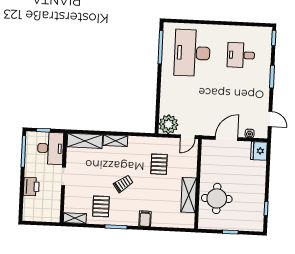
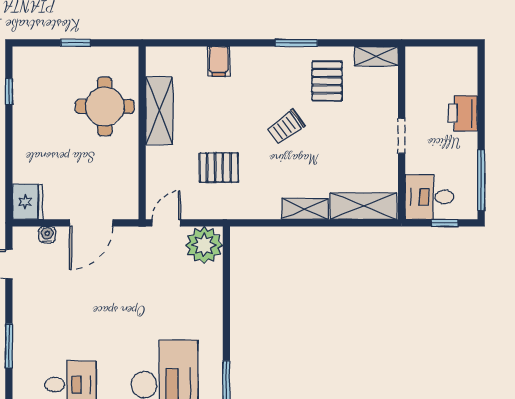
desk: (50, 148) -> (429, 197), width x0.73
pallet: (159, 164) -> (219, 167), turned 90
filing cabinet: (145, 219) -> (219, 61), moved

